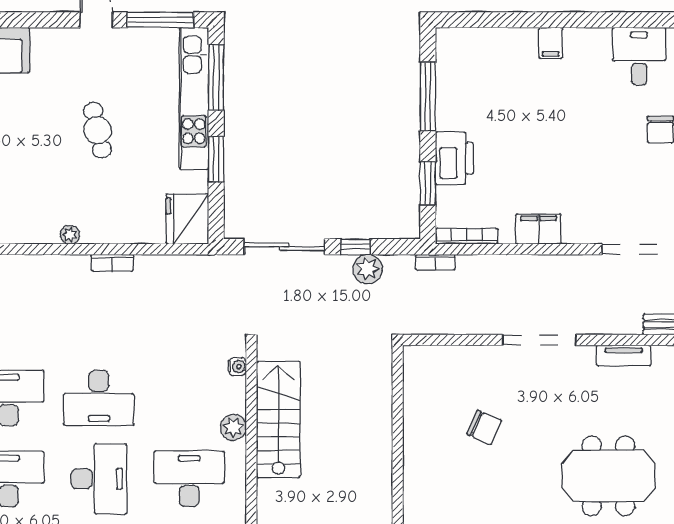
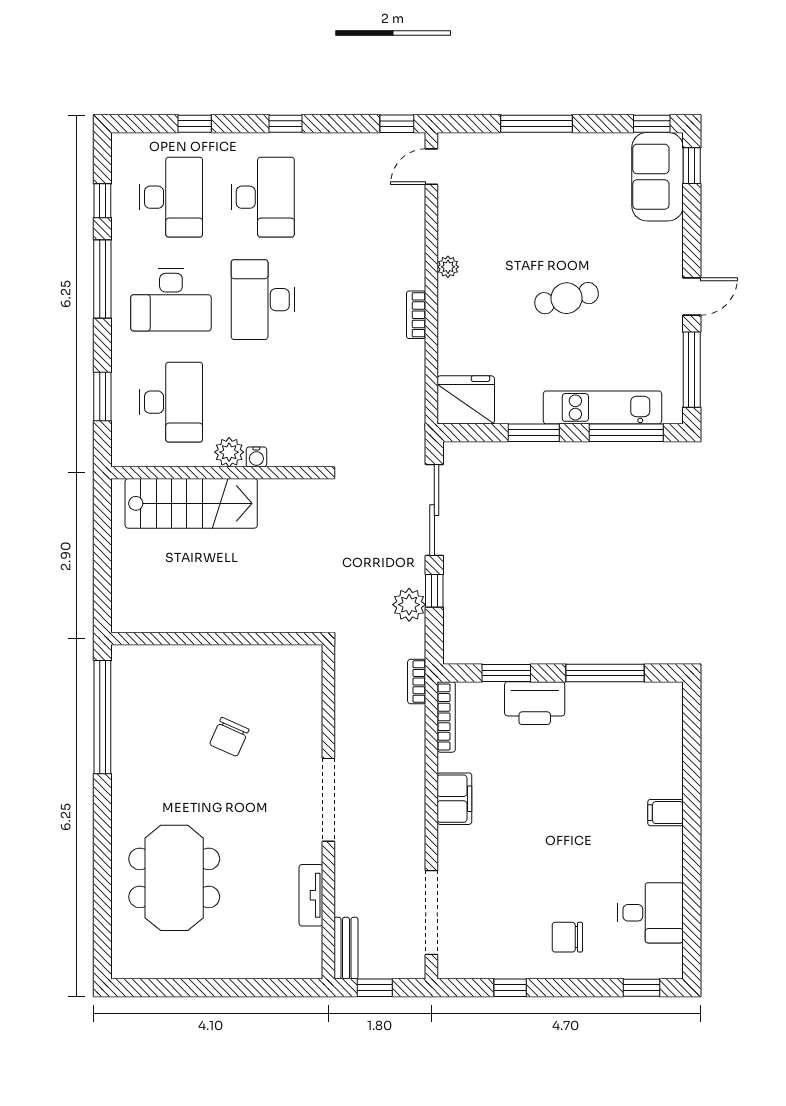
kitchen unit: (194, 99) -> (602, 407), width x0.73
water cooler: (237, 367) -> (256, 457), moved
stairs: (278, 419) -> (191, 503), moved

